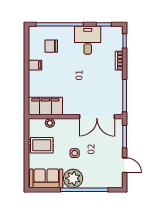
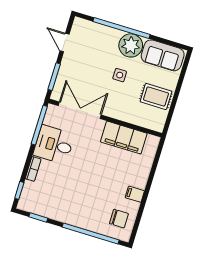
desk: (88, 40) -> (54, 145), moved, turned 90
chair: (51, 46) -> (119, 219), moved
filing cabinet: (45, 106) -> (124, 138), moved
plant: (50, 123) -> (138, 120), removed

